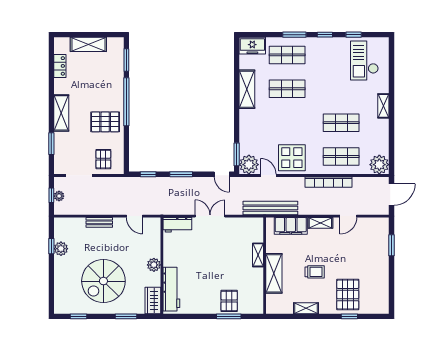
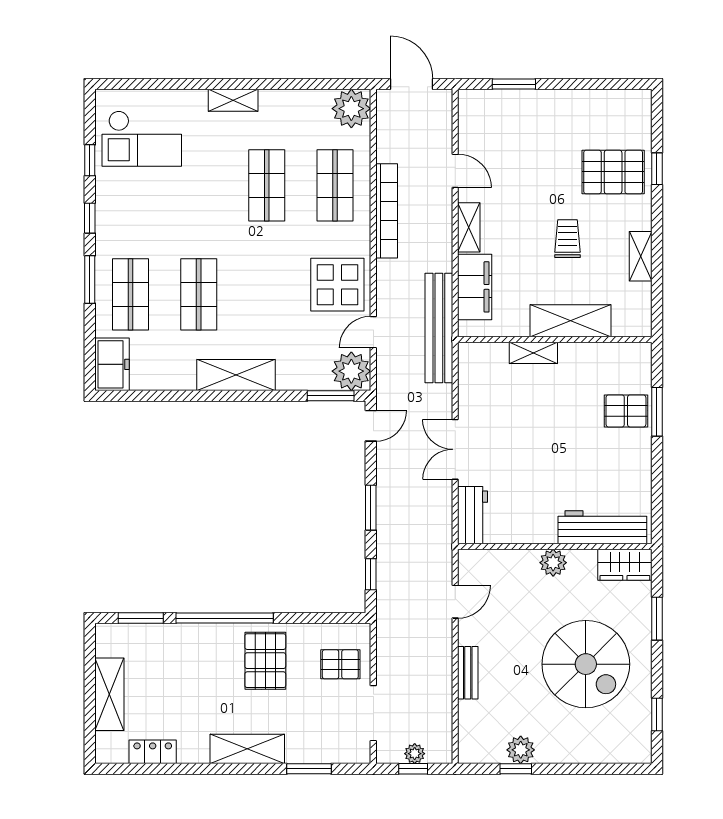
shelving: (247, 89) -> (236, 375), moved

